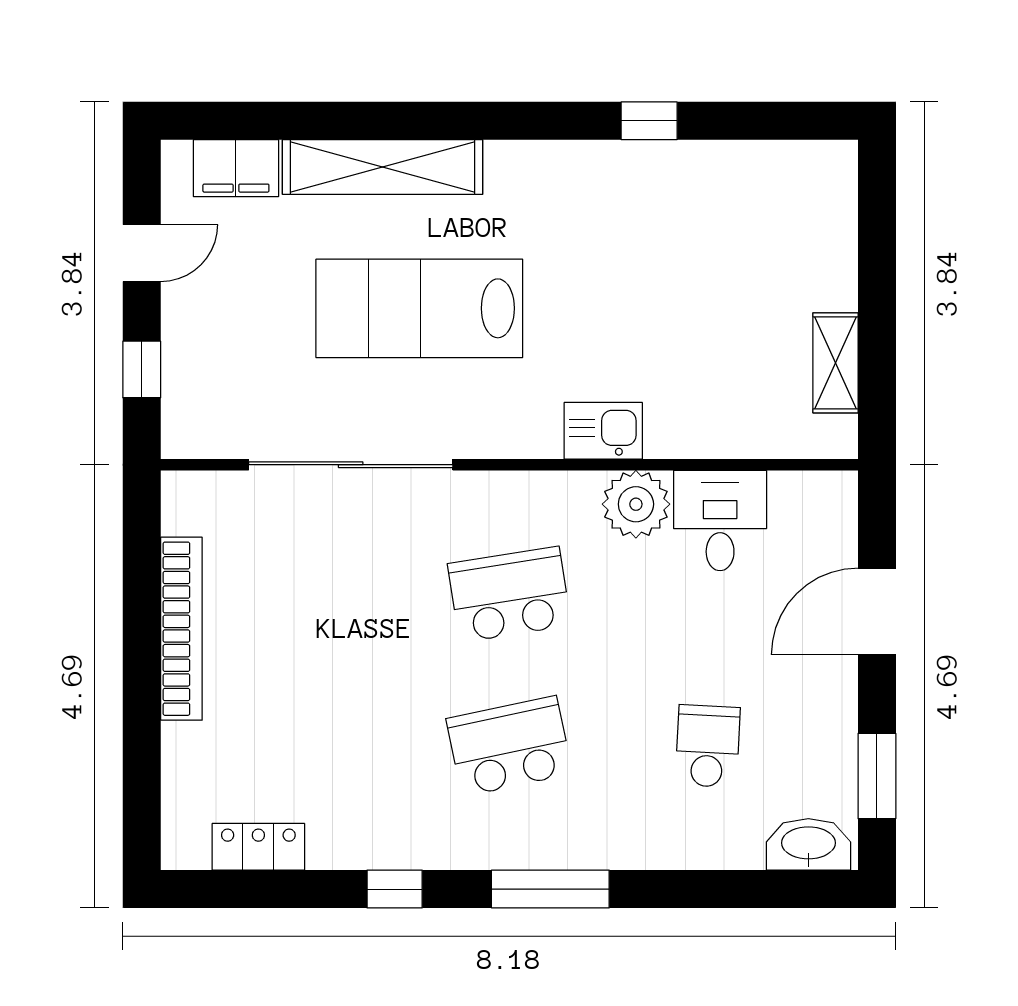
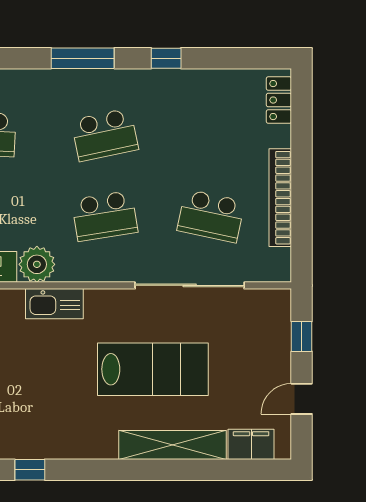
kitchen sink: (603, 431) -> (54, 304), width x1.38
school desk: (311, 594) -> (211, 216), added
locker: (258, 847) -> (279, 100), moved, turned 90

